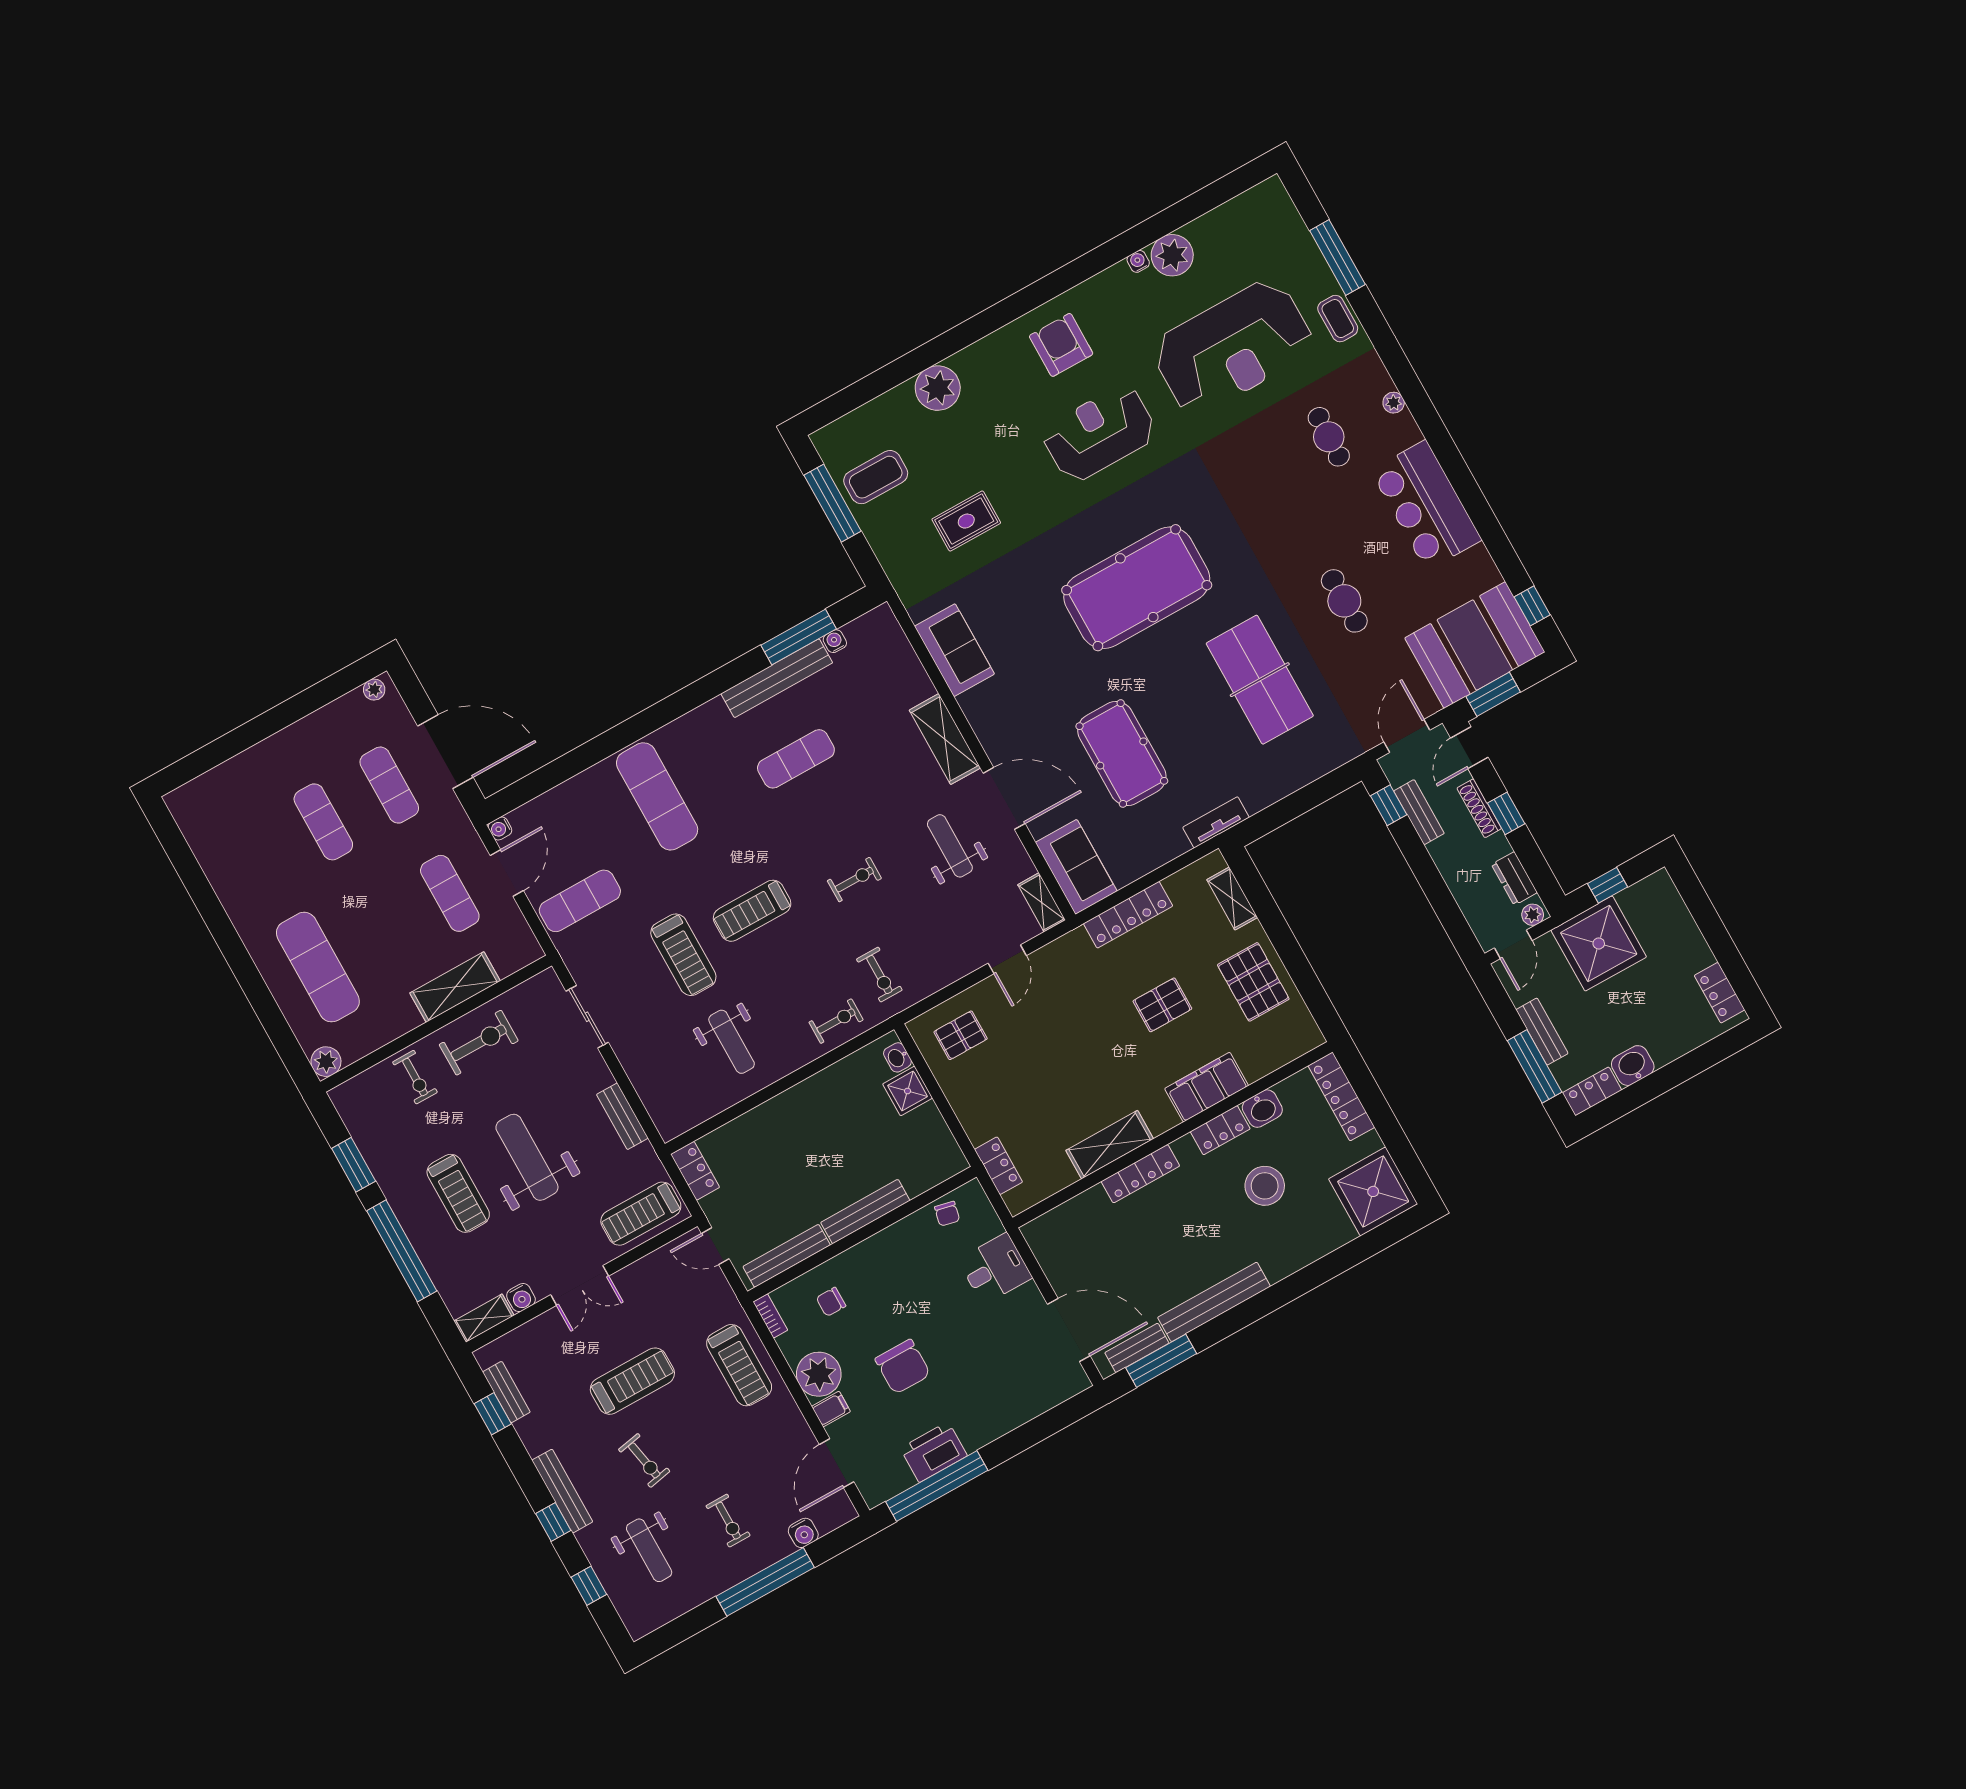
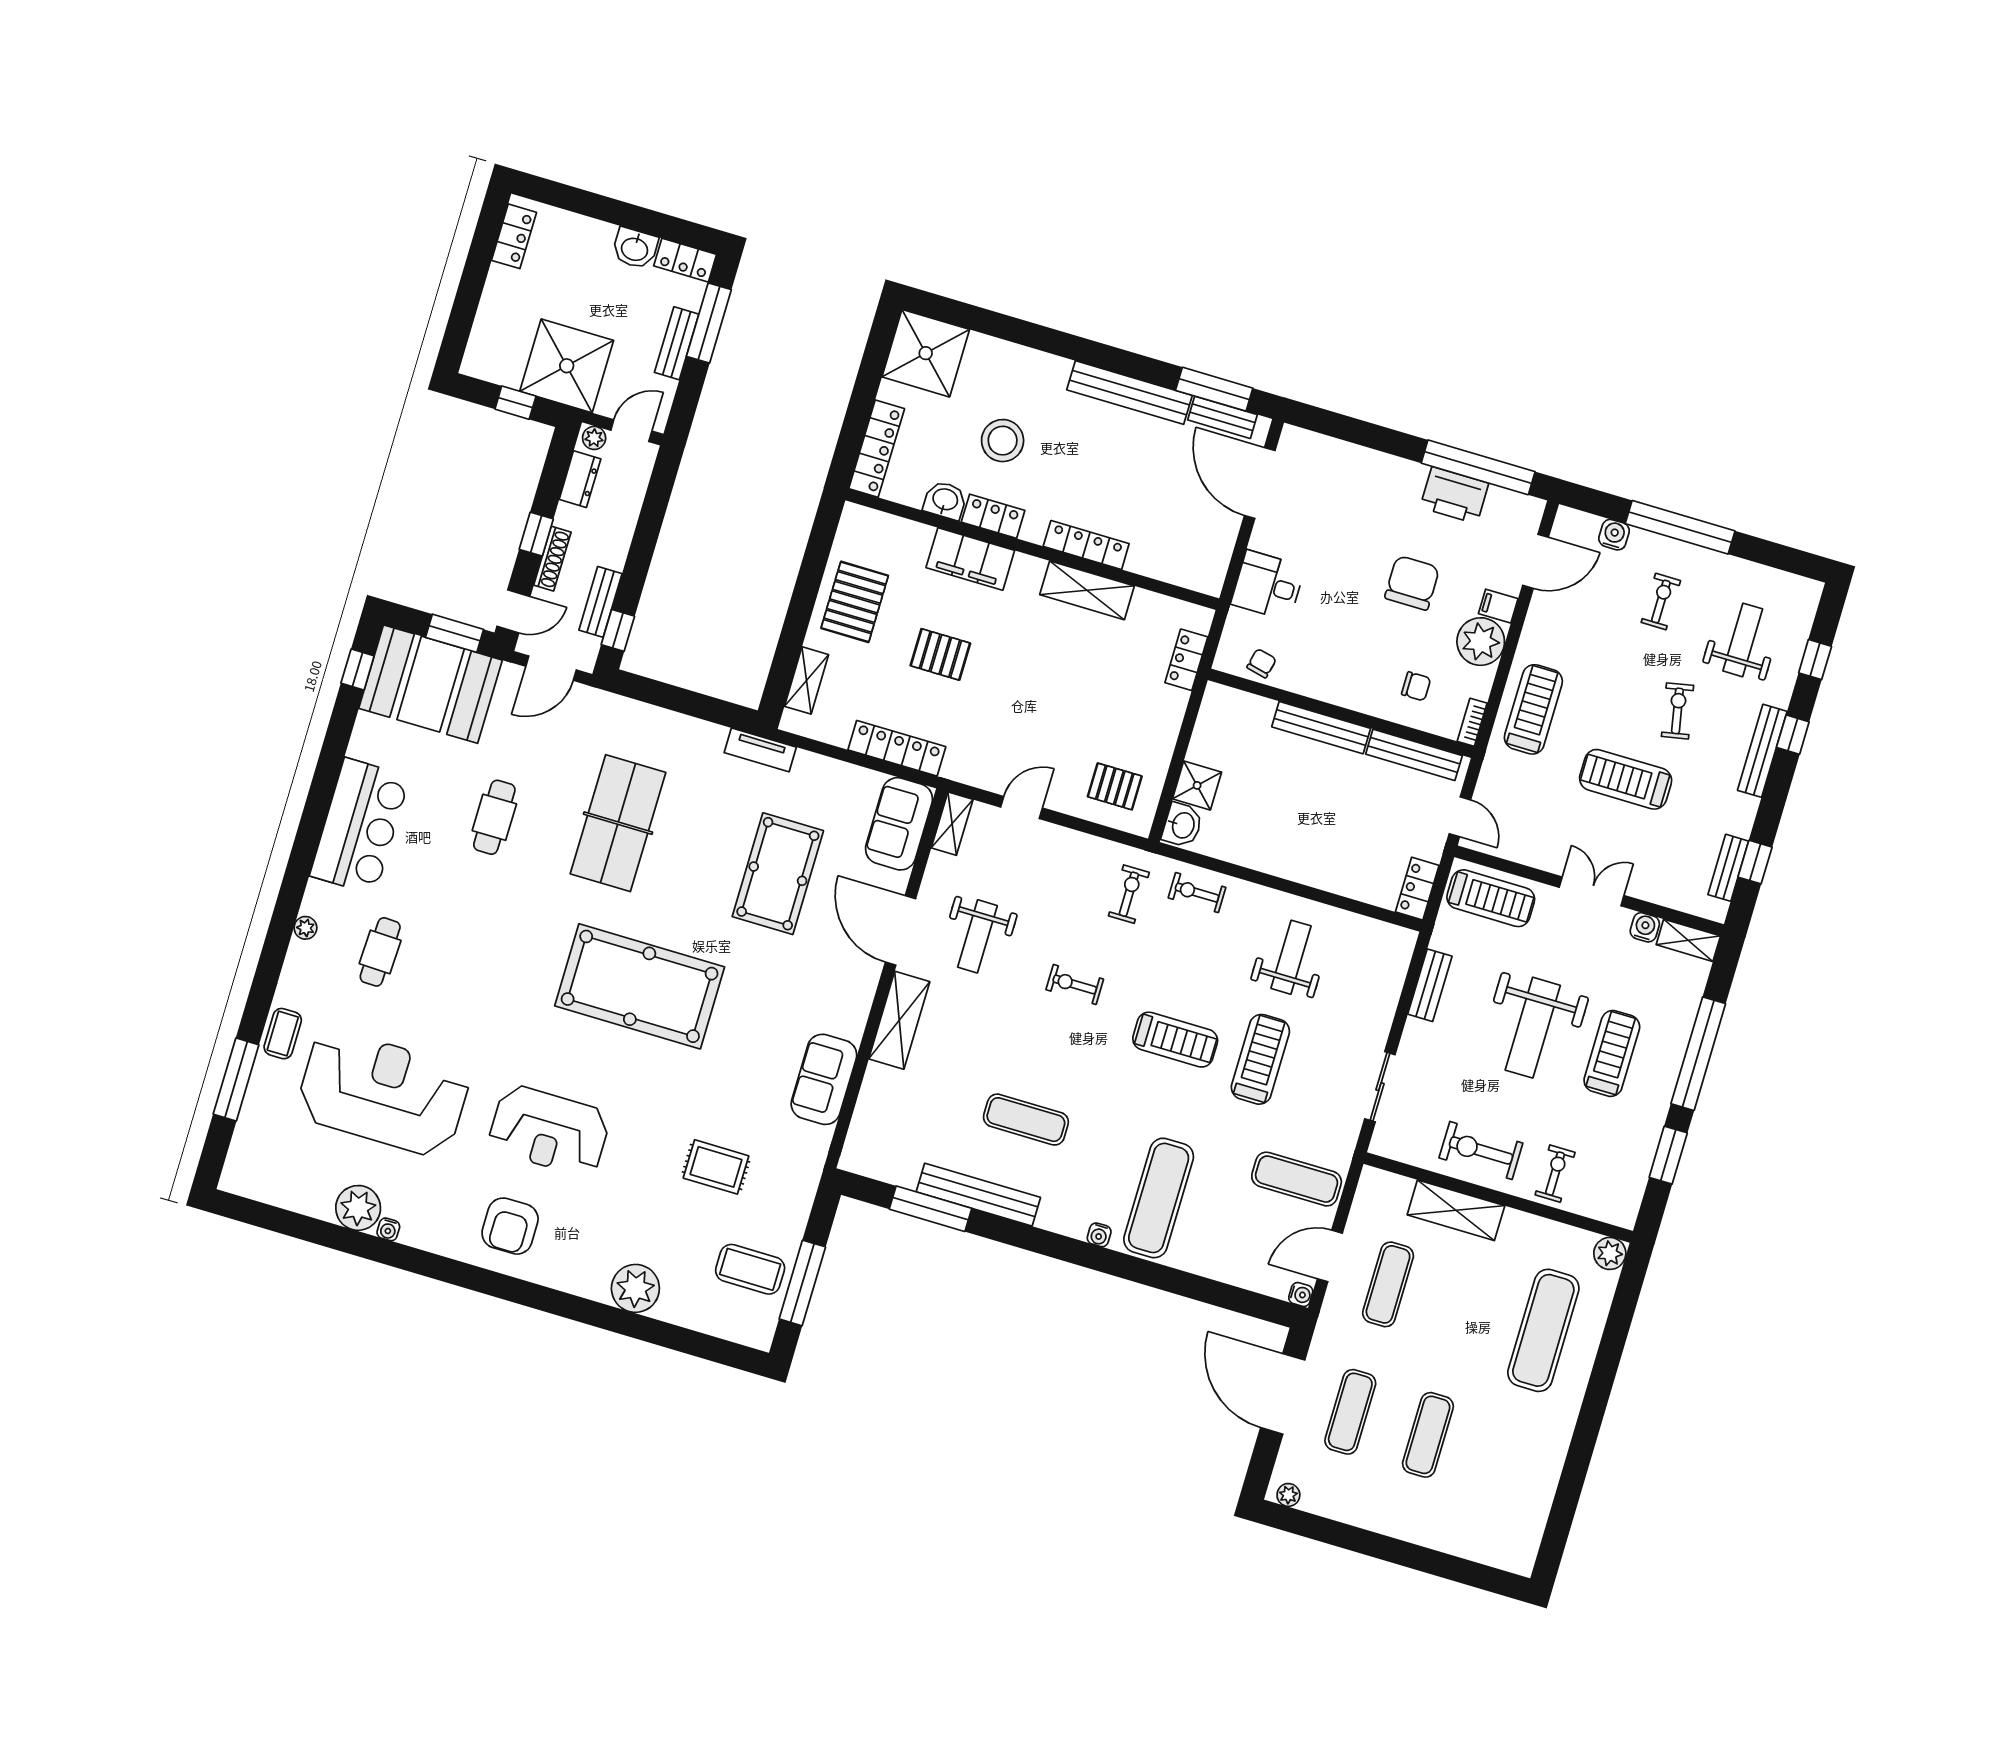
water cooler: (835, 641) -> (1099, 1235), moved
washbasin: (897, 1057) -> (1182, 825), width x1.38, depth x1.45

